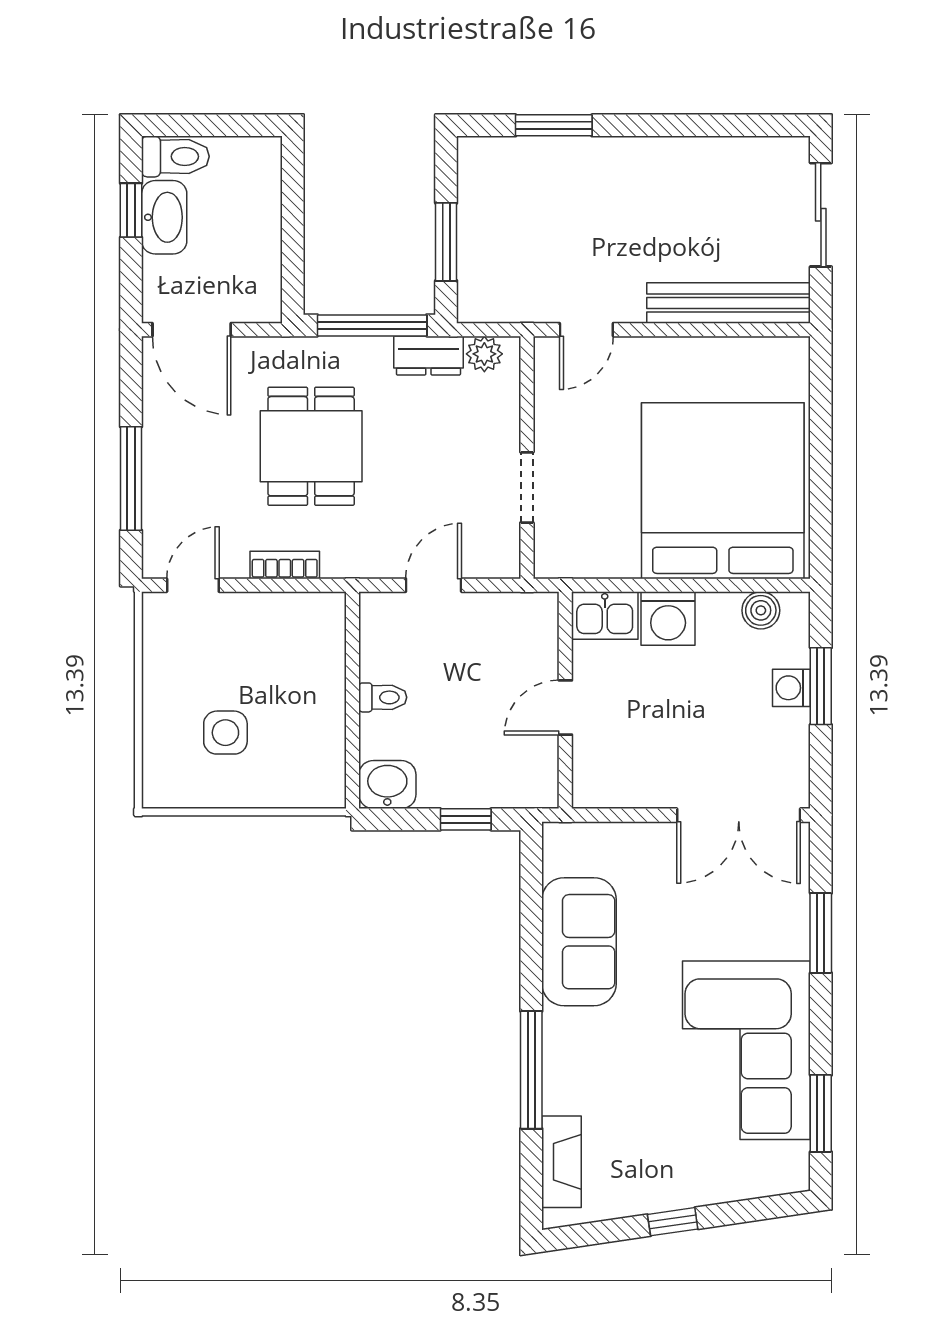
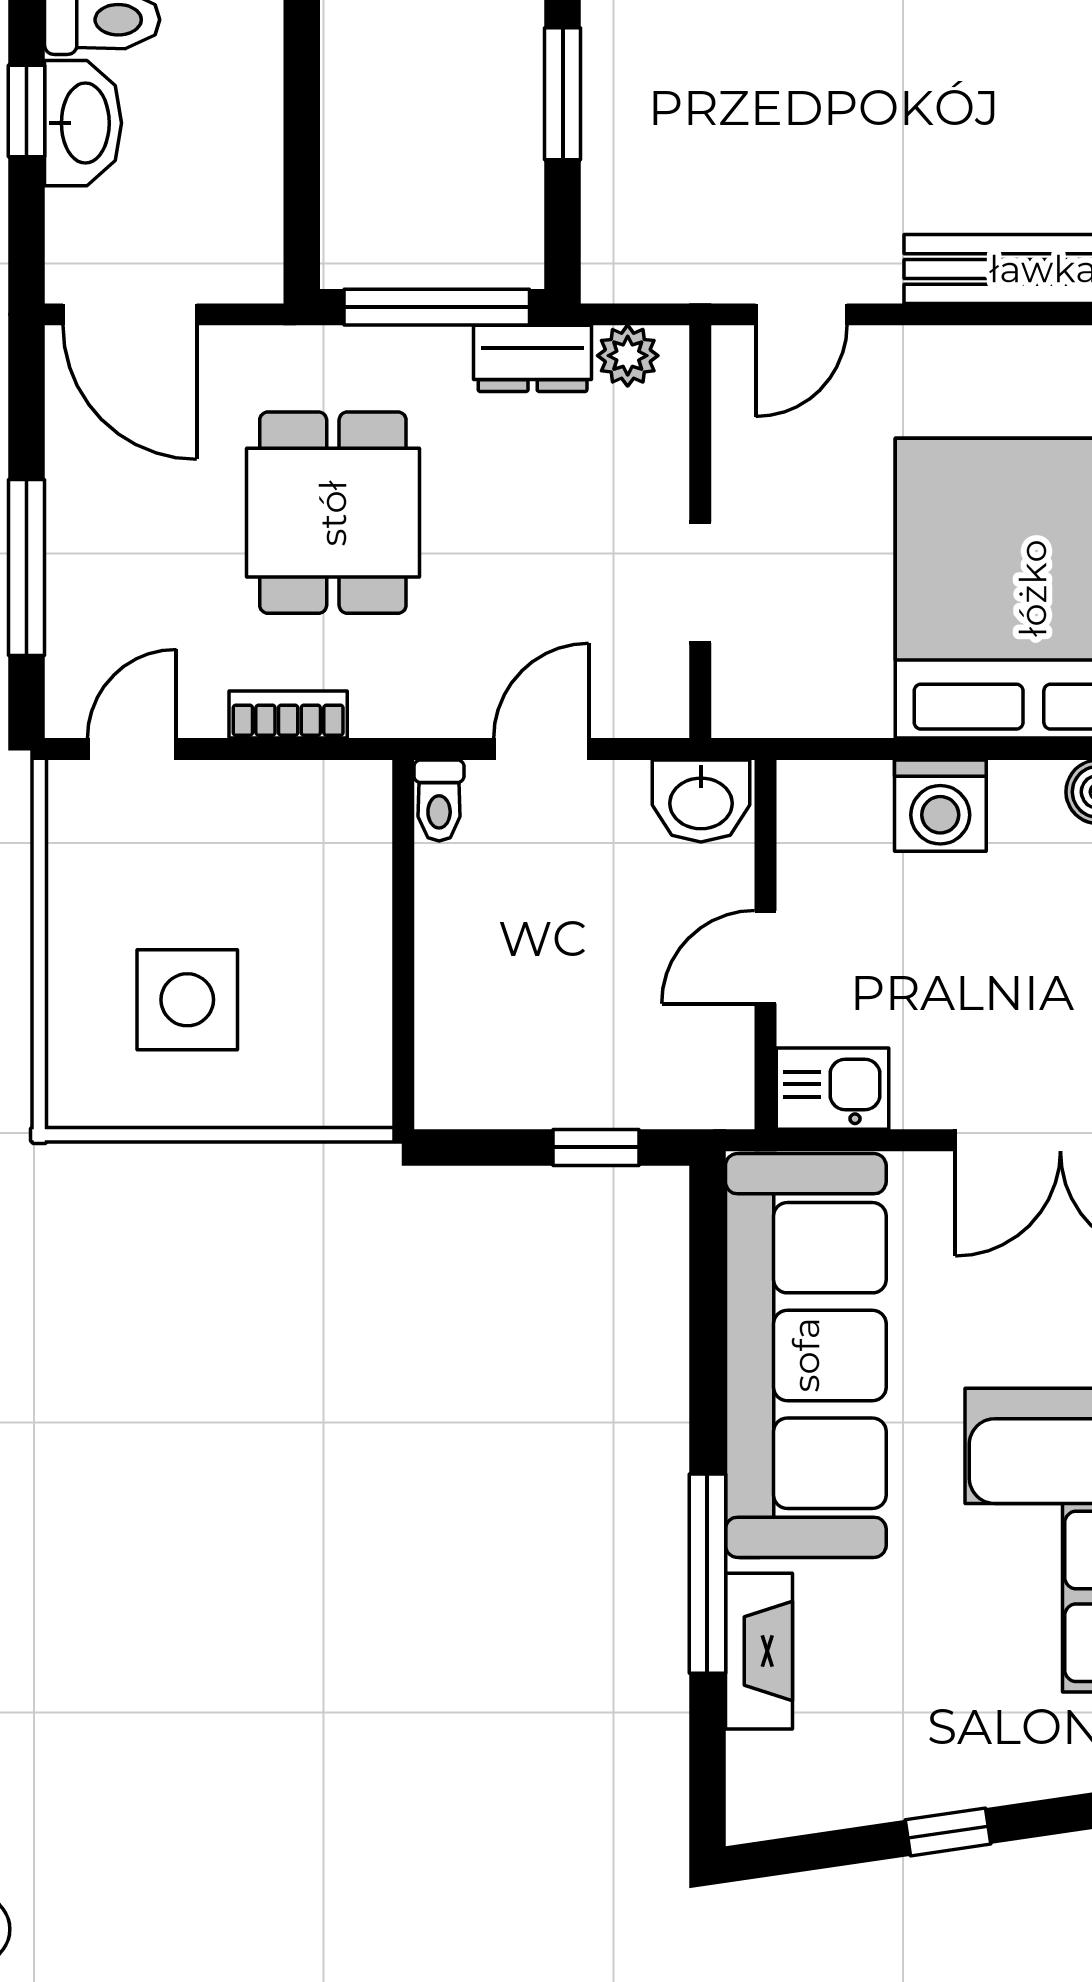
window: (446, 242) -> (563, 94), moved
kitchen sink: (605, 616) -> (833, 1089), moved, turned 180
toilet: (383, 697) -> (439, 800), moved, turned 90
side table: (225, 733) -> (187, 1000), width x1.37, depth x1.37
washbasin: (387, 785) -> (701, 801), moved, turned 180
sofa: (579, 942) -> (806, 1355), width x1.85, depth x1.27
fireplace: (561, 1162) -> (759, 1651), moved

